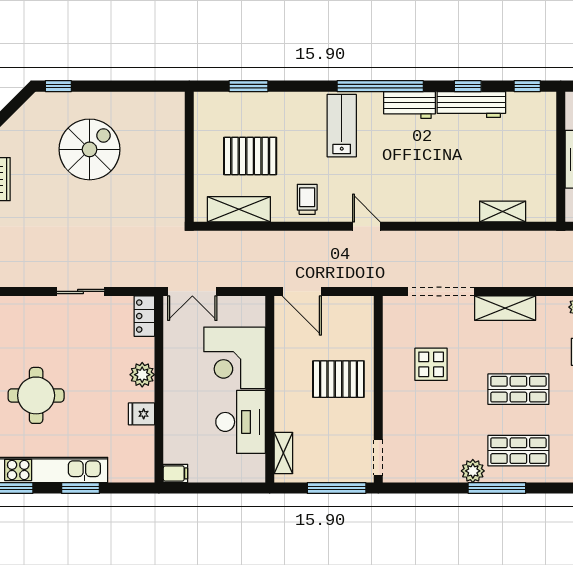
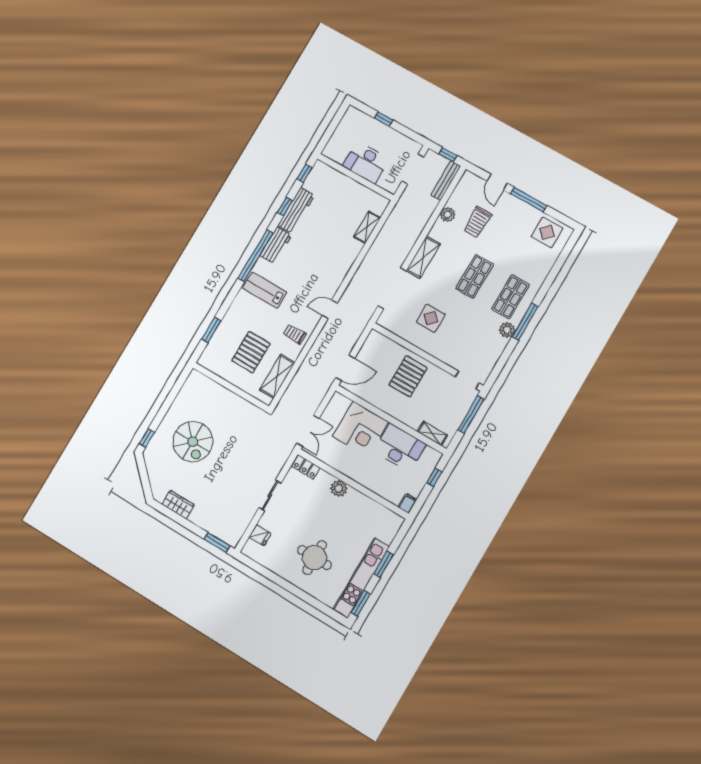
spiral stairs: (90, 149) -> (193, 442), turned 180
fridge: (141, 414) -> (260, 535), moved, turned -90
window: (229, 488) -> (434, 477), added

